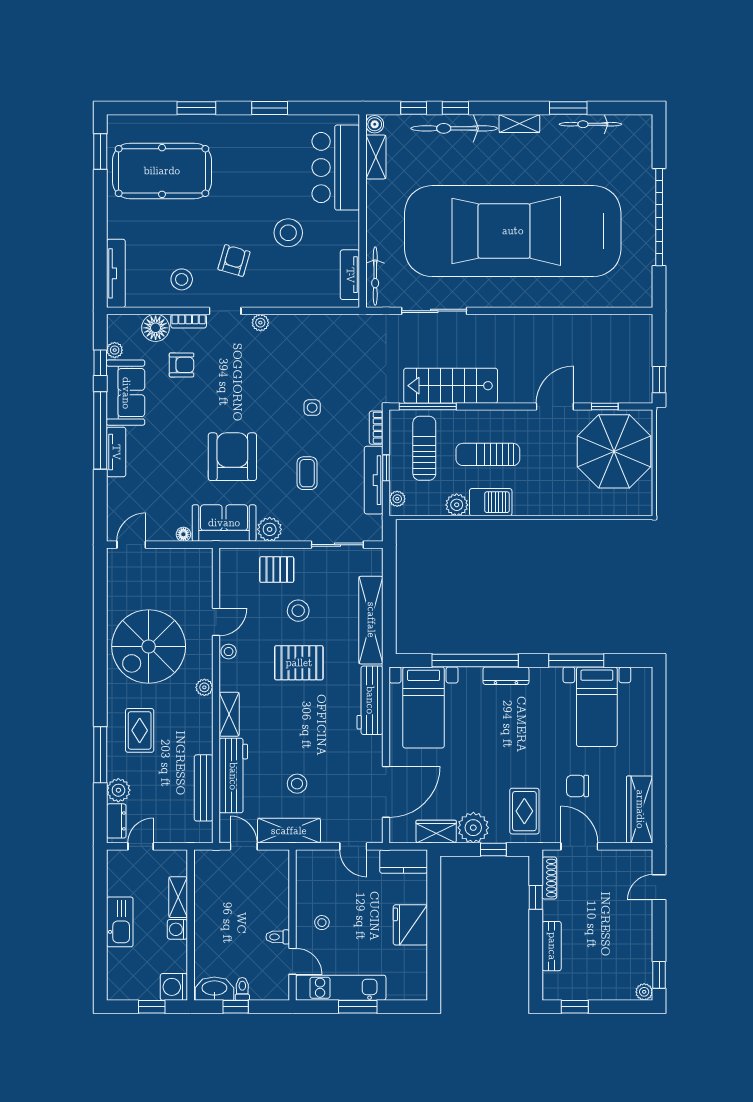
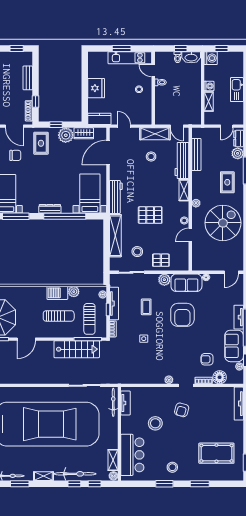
pool table: (162, 171) -> (216, 453), width x0.73, depth x0.76
stool: (182, 279) -> (172, 467), moved
stool: (298, 611) -> (137, 252), moved

